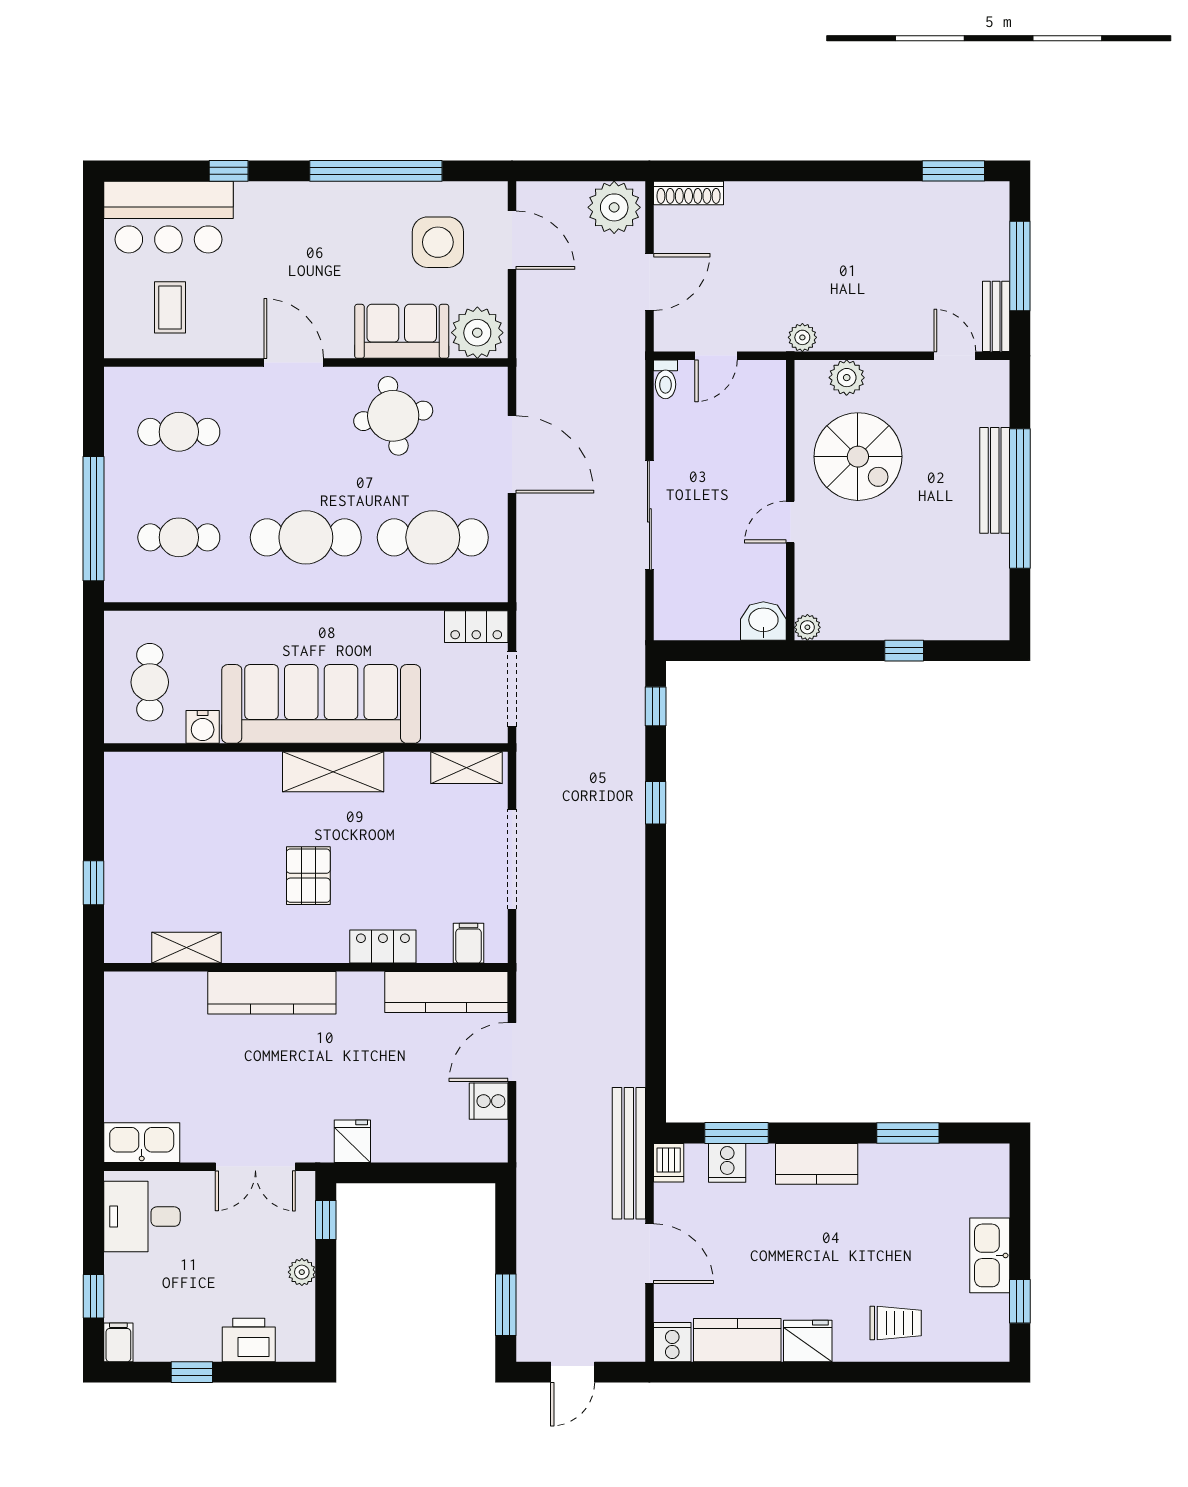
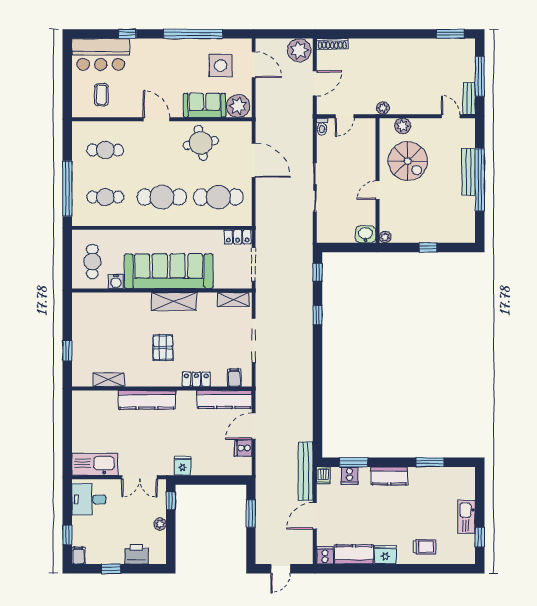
kitchen sink: (142, 1143) -> (95, 464), width x1.36, depth x1.24
door: (649, 1254) -> (315, 516), swing flipped
window: (506, 1305) -> (251, 513), moved

